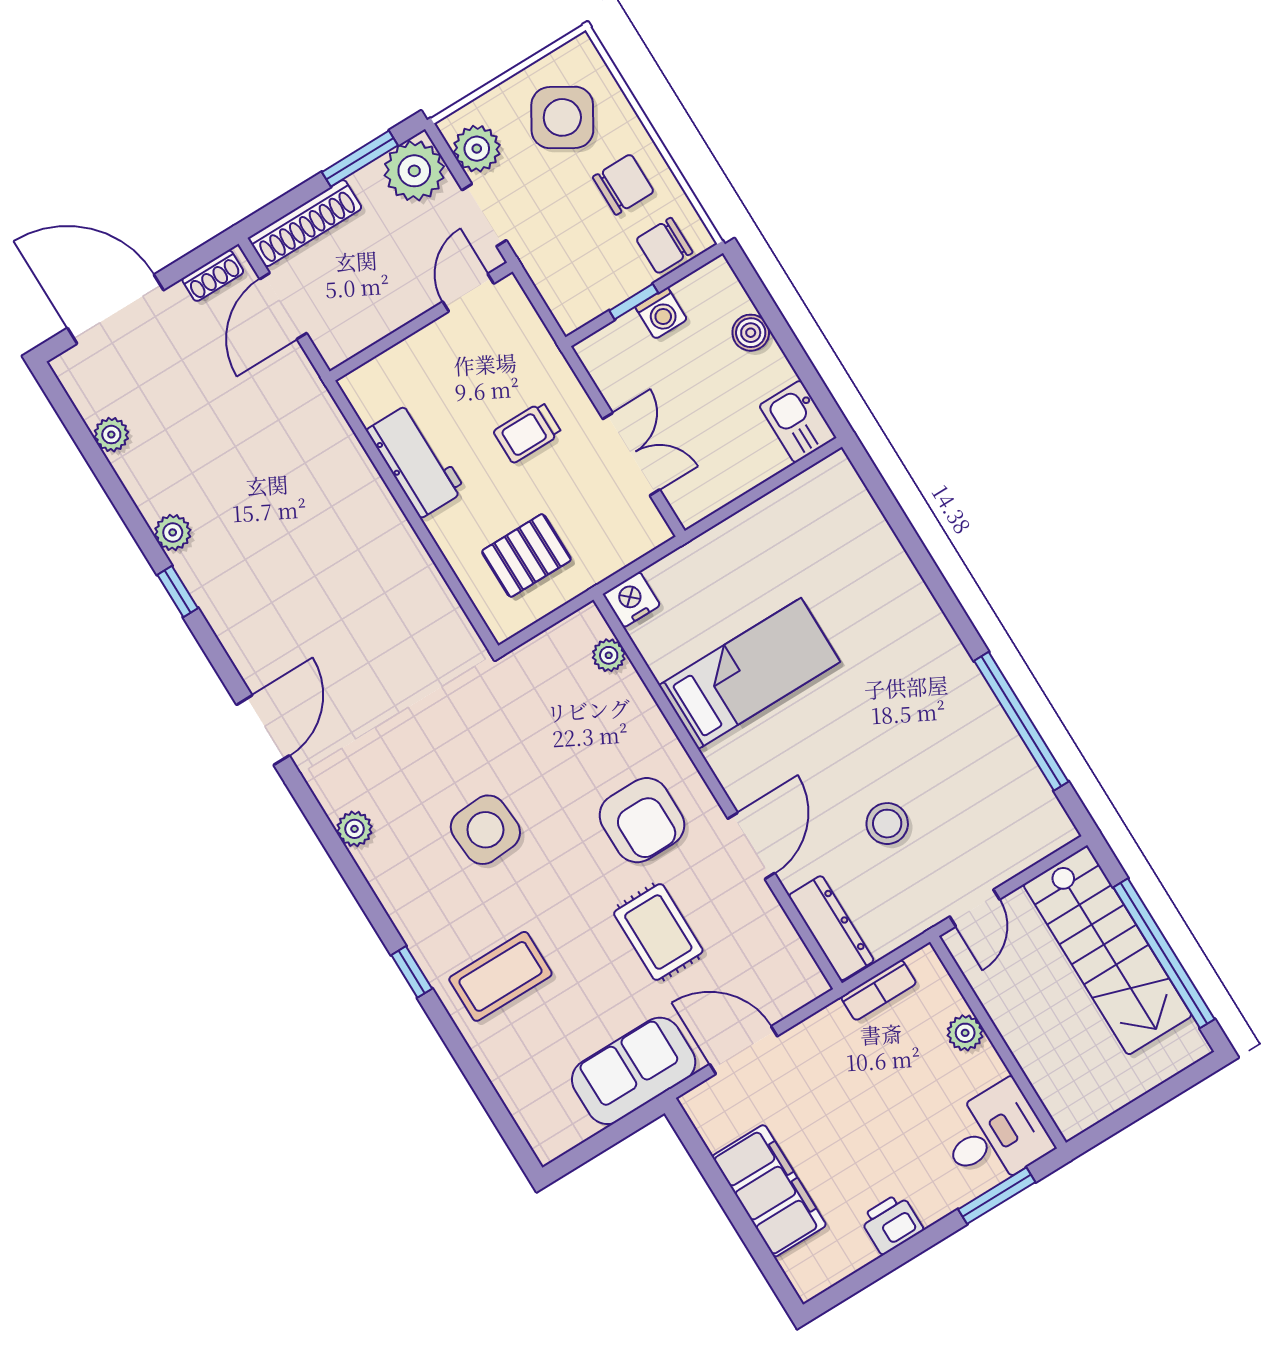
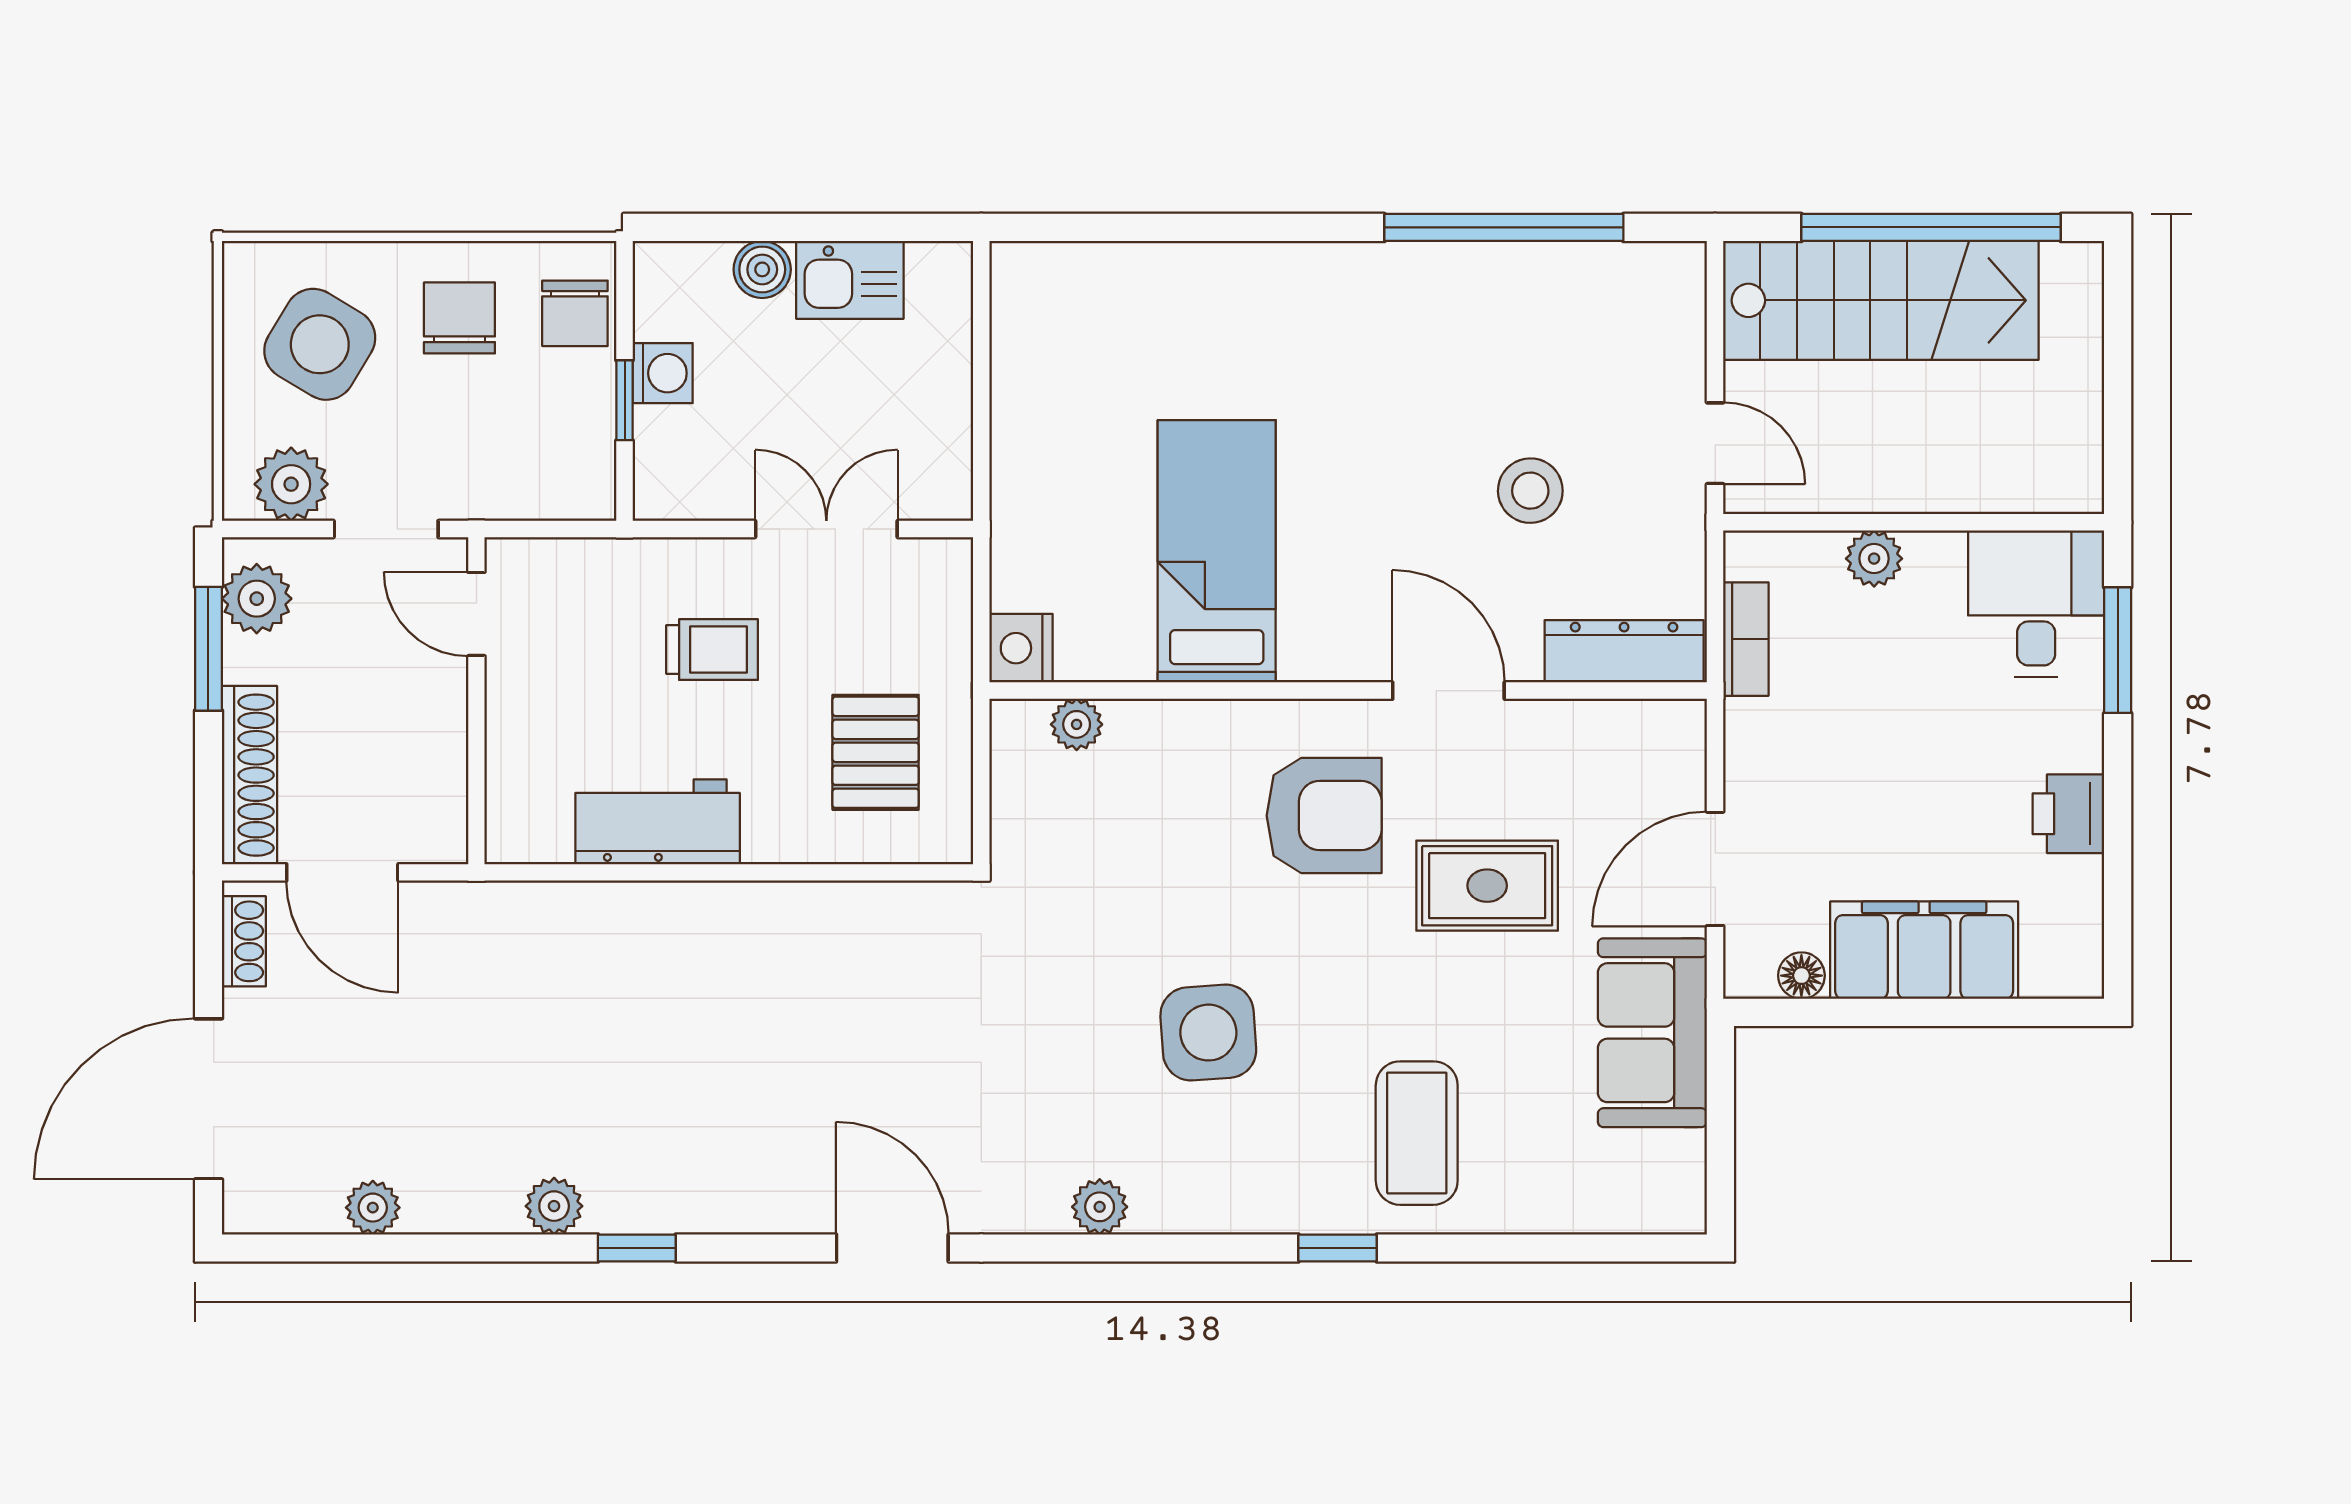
plant: (414, 171) -> (257, 599), width x0.73, depth x0.73
kitchen sink: (798, 422) -> (850, 280), moved
trolley: (528, 432) -> (712, 650), turned -90
floor lamp: (714, 1133) -> (1801, 976), added

